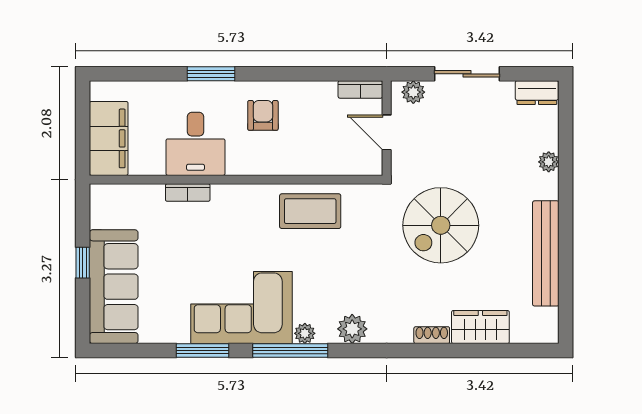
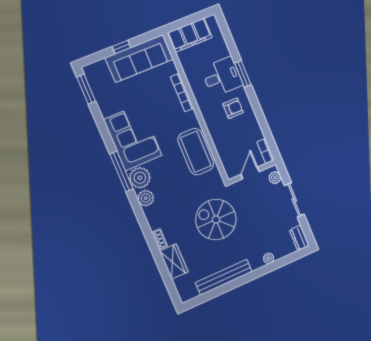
desk: (195, 144) -> (222, 77), moved, turned 180
bookcase: (188, 193) -> (182, 93), width x1.56
coffee table: (310, 211) -> (196, 152), width x1.36, depth x1.32
sofa: (114, 287) -> (139, 58), moved
plant: (305, 333) -> (140, 178), width x1.88, depth x1.88
window: (203, 351) -> (86, 89), moved

